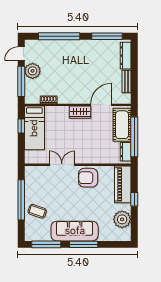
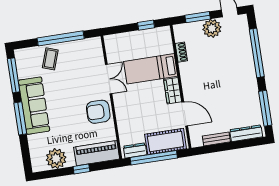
window: (21, 81) -> (198, 17), width x0.69
bed: (34, 128) -> (151, 69), moved
armchair: (88, 178) -> (98, 112), turned -90

